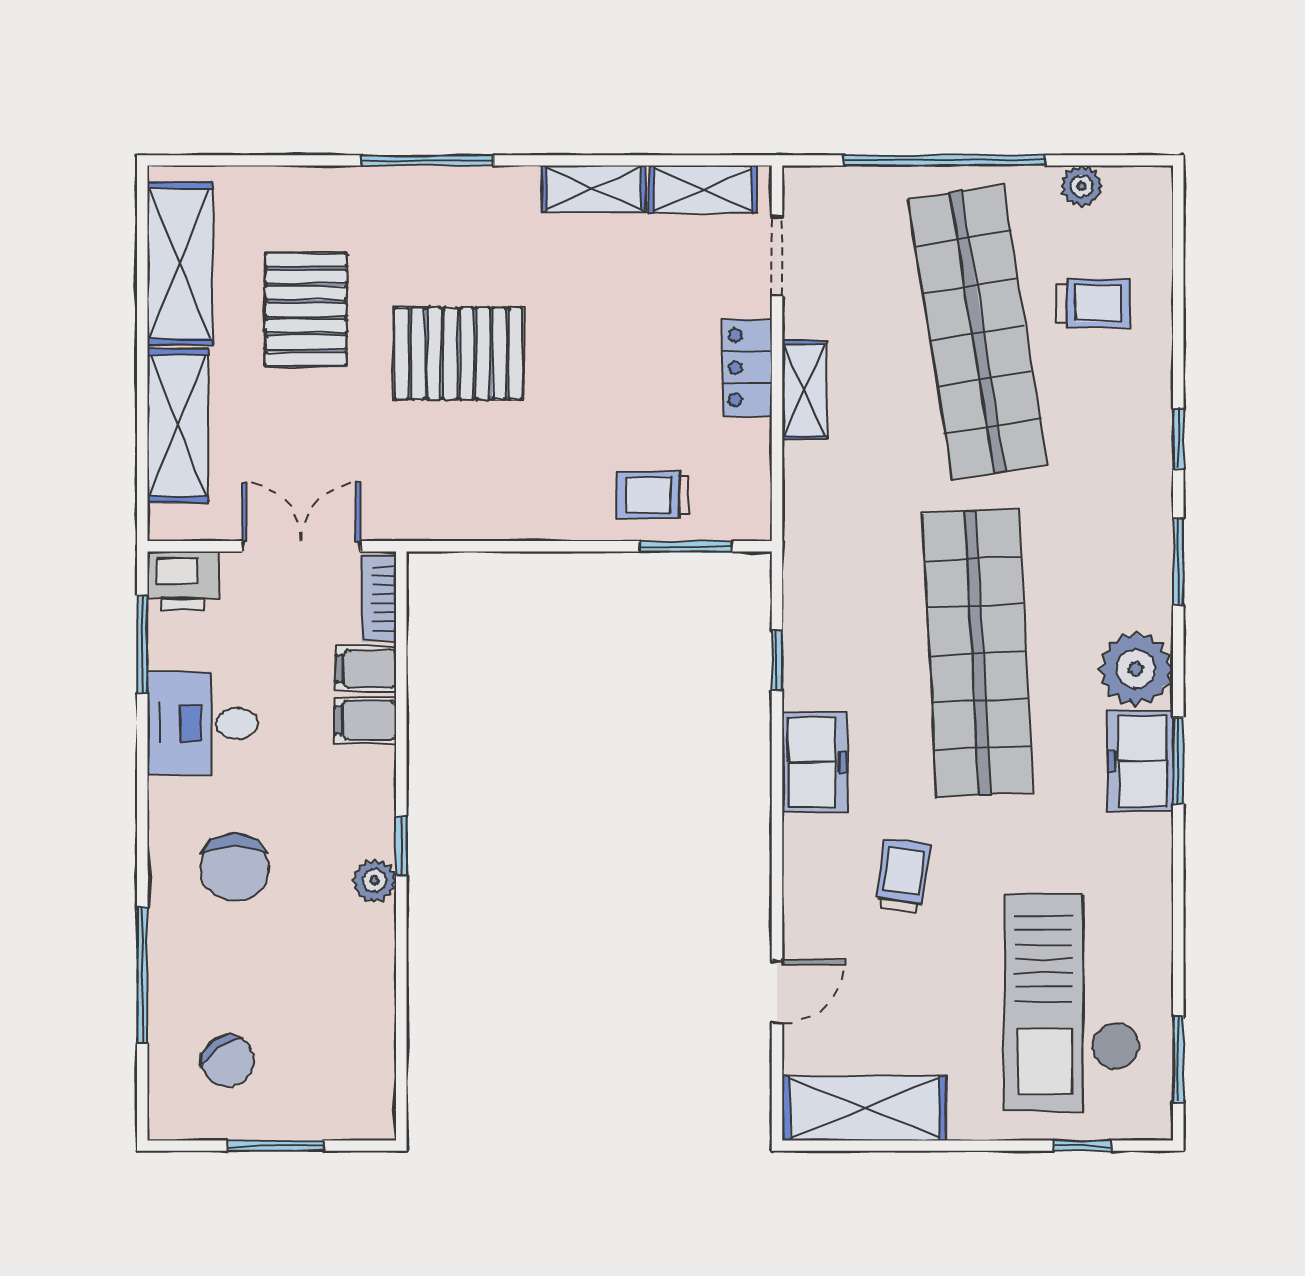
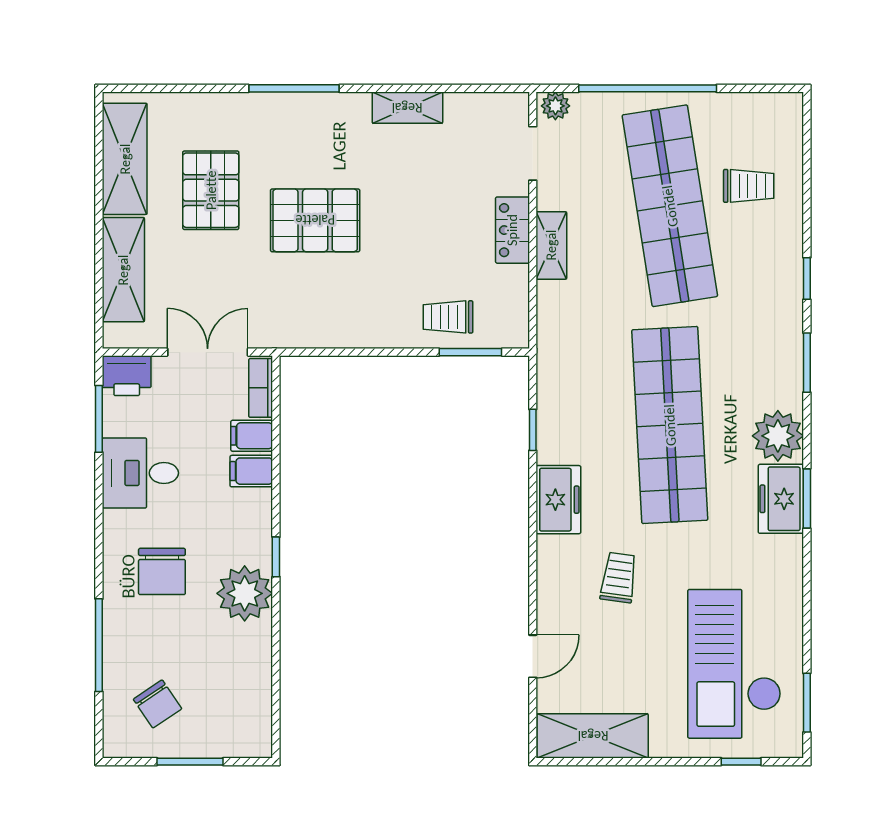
plant: (1082, 186) -> (555, 106), moved
shelving: (703, 190) -> (482, 108), removed
plant: (374, 881) -> (245, 593), width x1.87, depth x1.87

